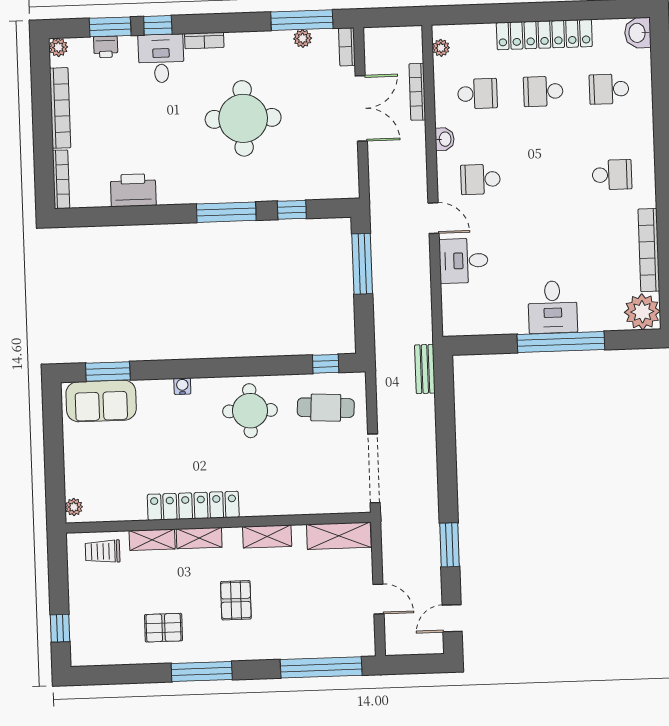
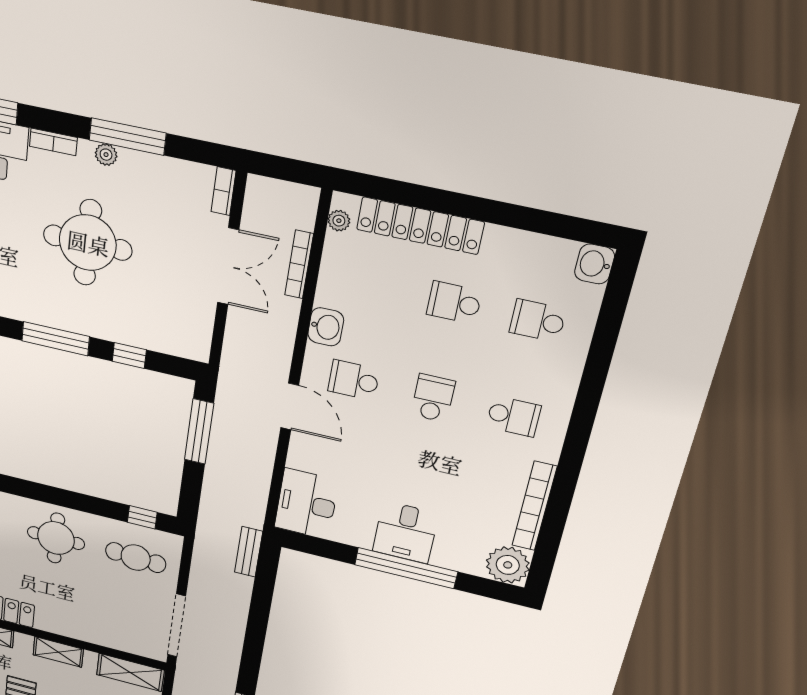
window: (302, 20) -> (128, 137), moved
locker: (544, 35) -> (420, 226), moved
plant: (303, 38) -> (106, 155), moved
school desk: (477, 94) -> (433, 398), moved, turned -90
washbasin: (445, 139) -> (326, 327), width x1.38, depth x1.45
door: (434, 218) -> (290, 407), width x1.37
desk: (464, 261) -> (306, 504), moved, width x1.37

